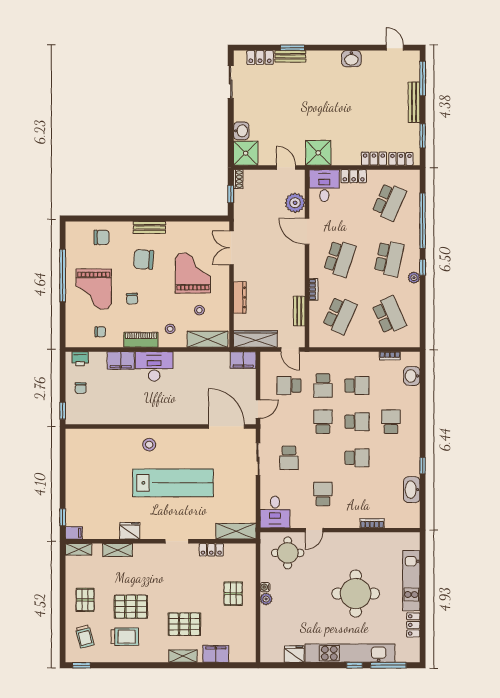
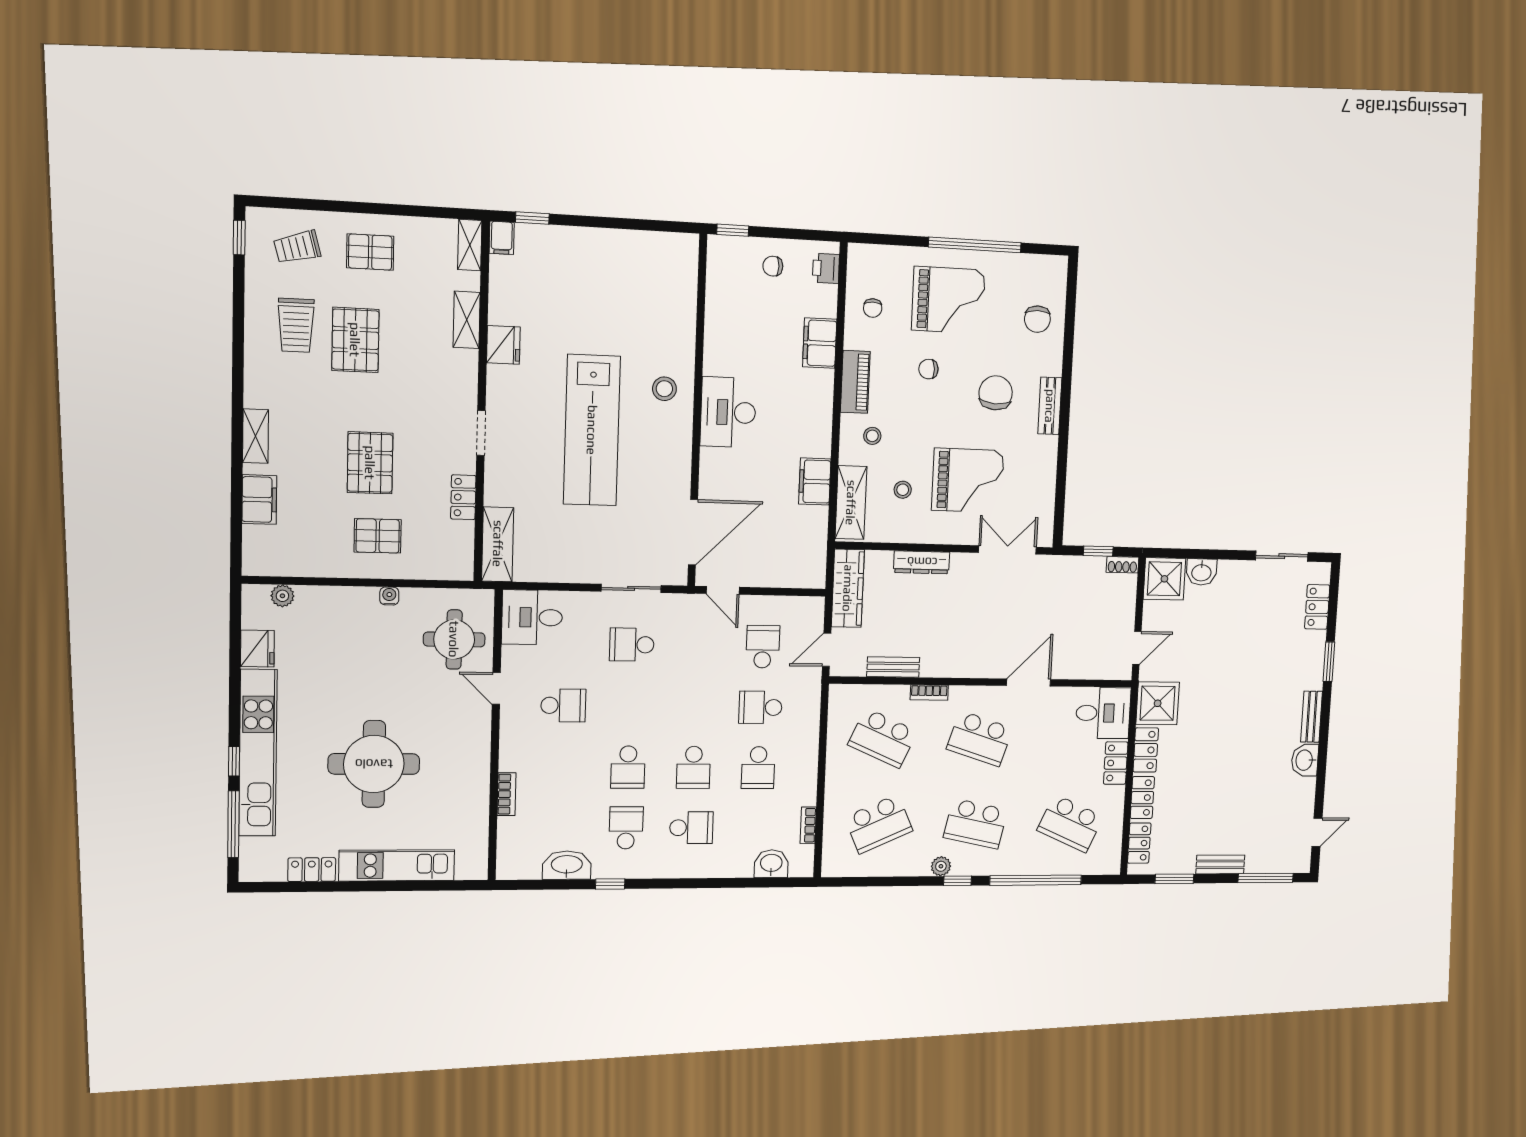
bench: (290, 56) -> (1312, 717), moved
bench: (414, 102) -> (1220, 864), width x0.73
locker: (346, 158) -> (1146, 750), added
plant: (295, 203) -> (1077, 662), removed
grand piano: (94, 289) -> (948, 300), turned 180
filing cabinet: (243, 360) -> (815, 481), moved
desk: (154, 366) -> (728, 412), moved, turned 180
school desk: (323, 422) -> (626, 828), moved, turned -90
plant: (266, 599) -> (282, 596), moved
pallet: (184, 624) -> (370, 463), moved

